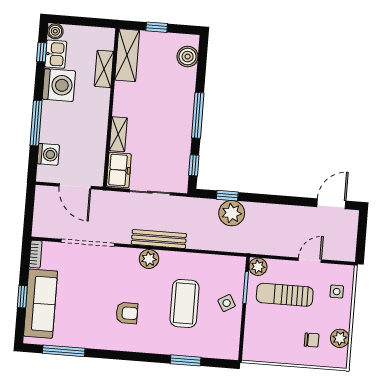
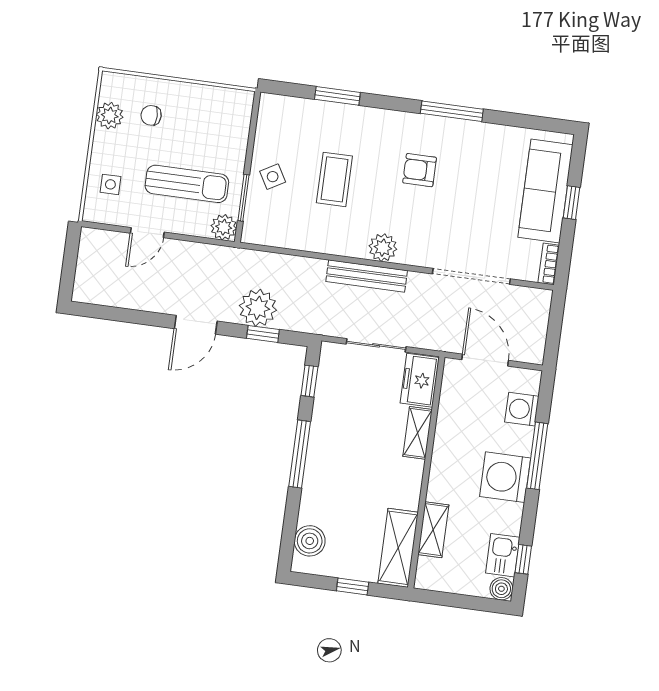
washing machine: (59, 85) -> (505, 477), moved
door: (331, 204) -> (196, 325), moved
coffee table: (184, 303) -> (334, 179), width x0.73, depth x0.76
window: (64, 351) -> (452, 111), moved

